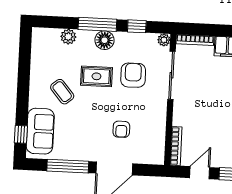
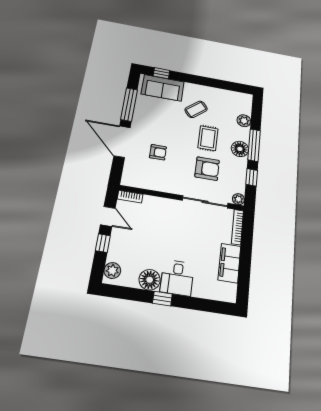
armchair: (121, 129) -> (158, 152), turned 180
bookcase: (176, 146) -> (130, 197), width x0.64

